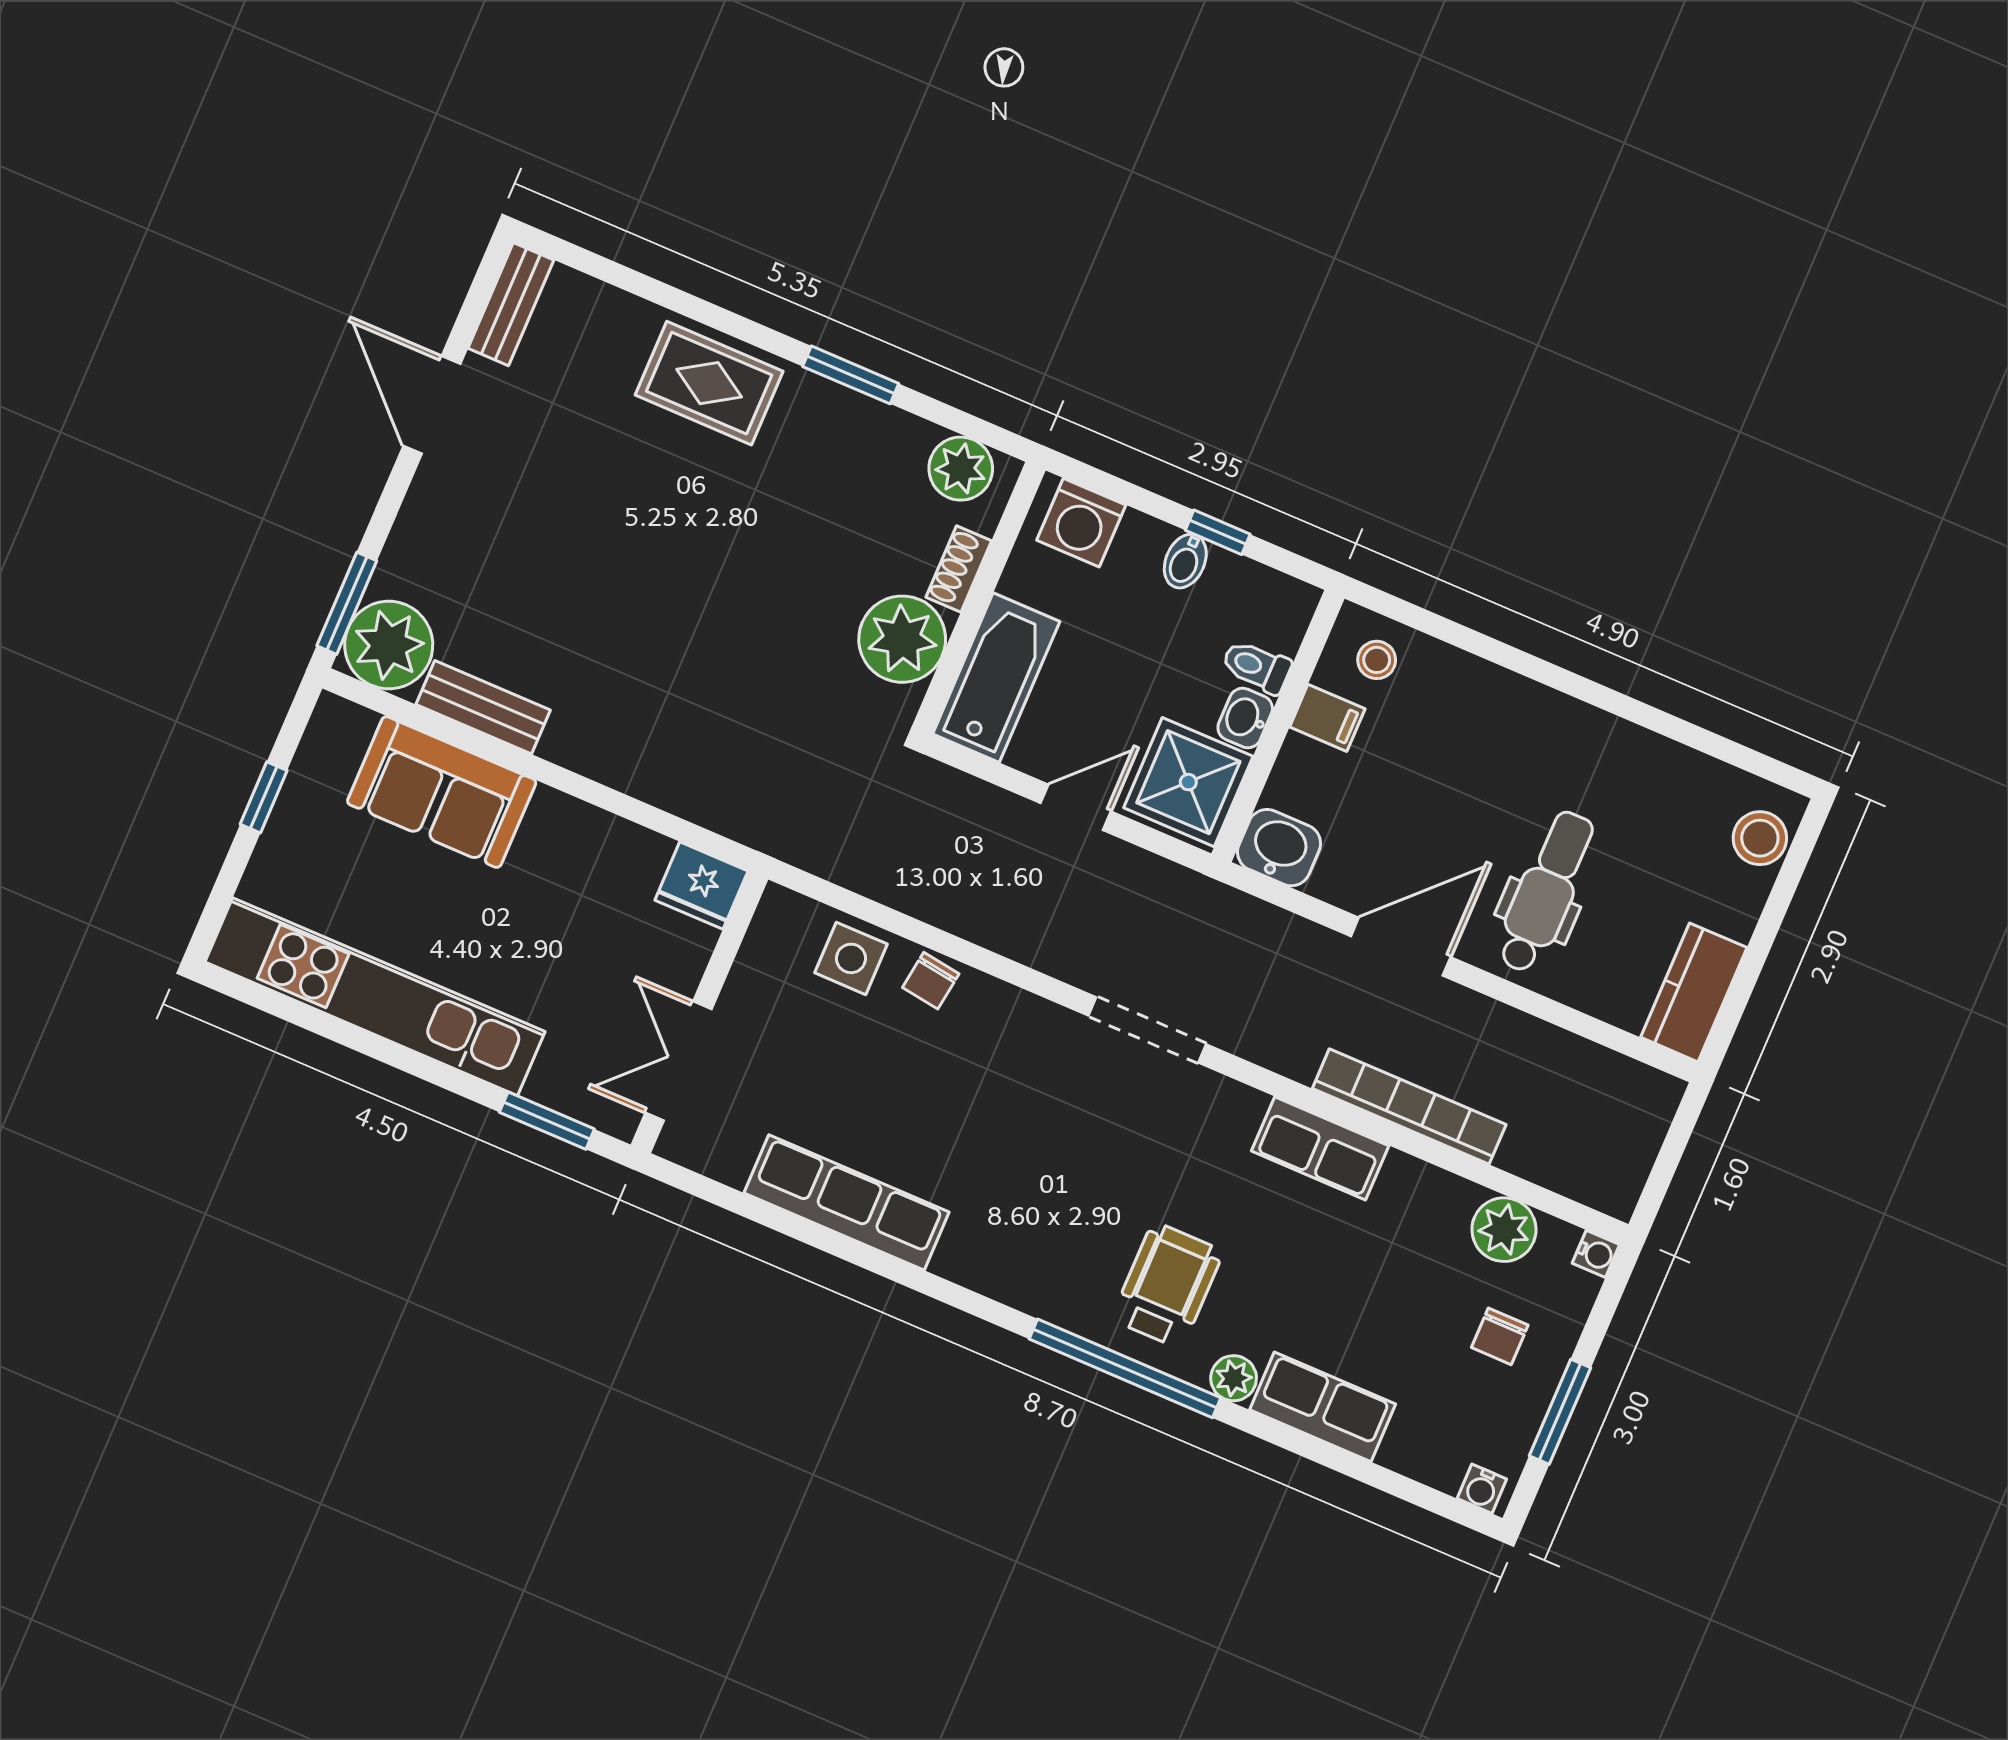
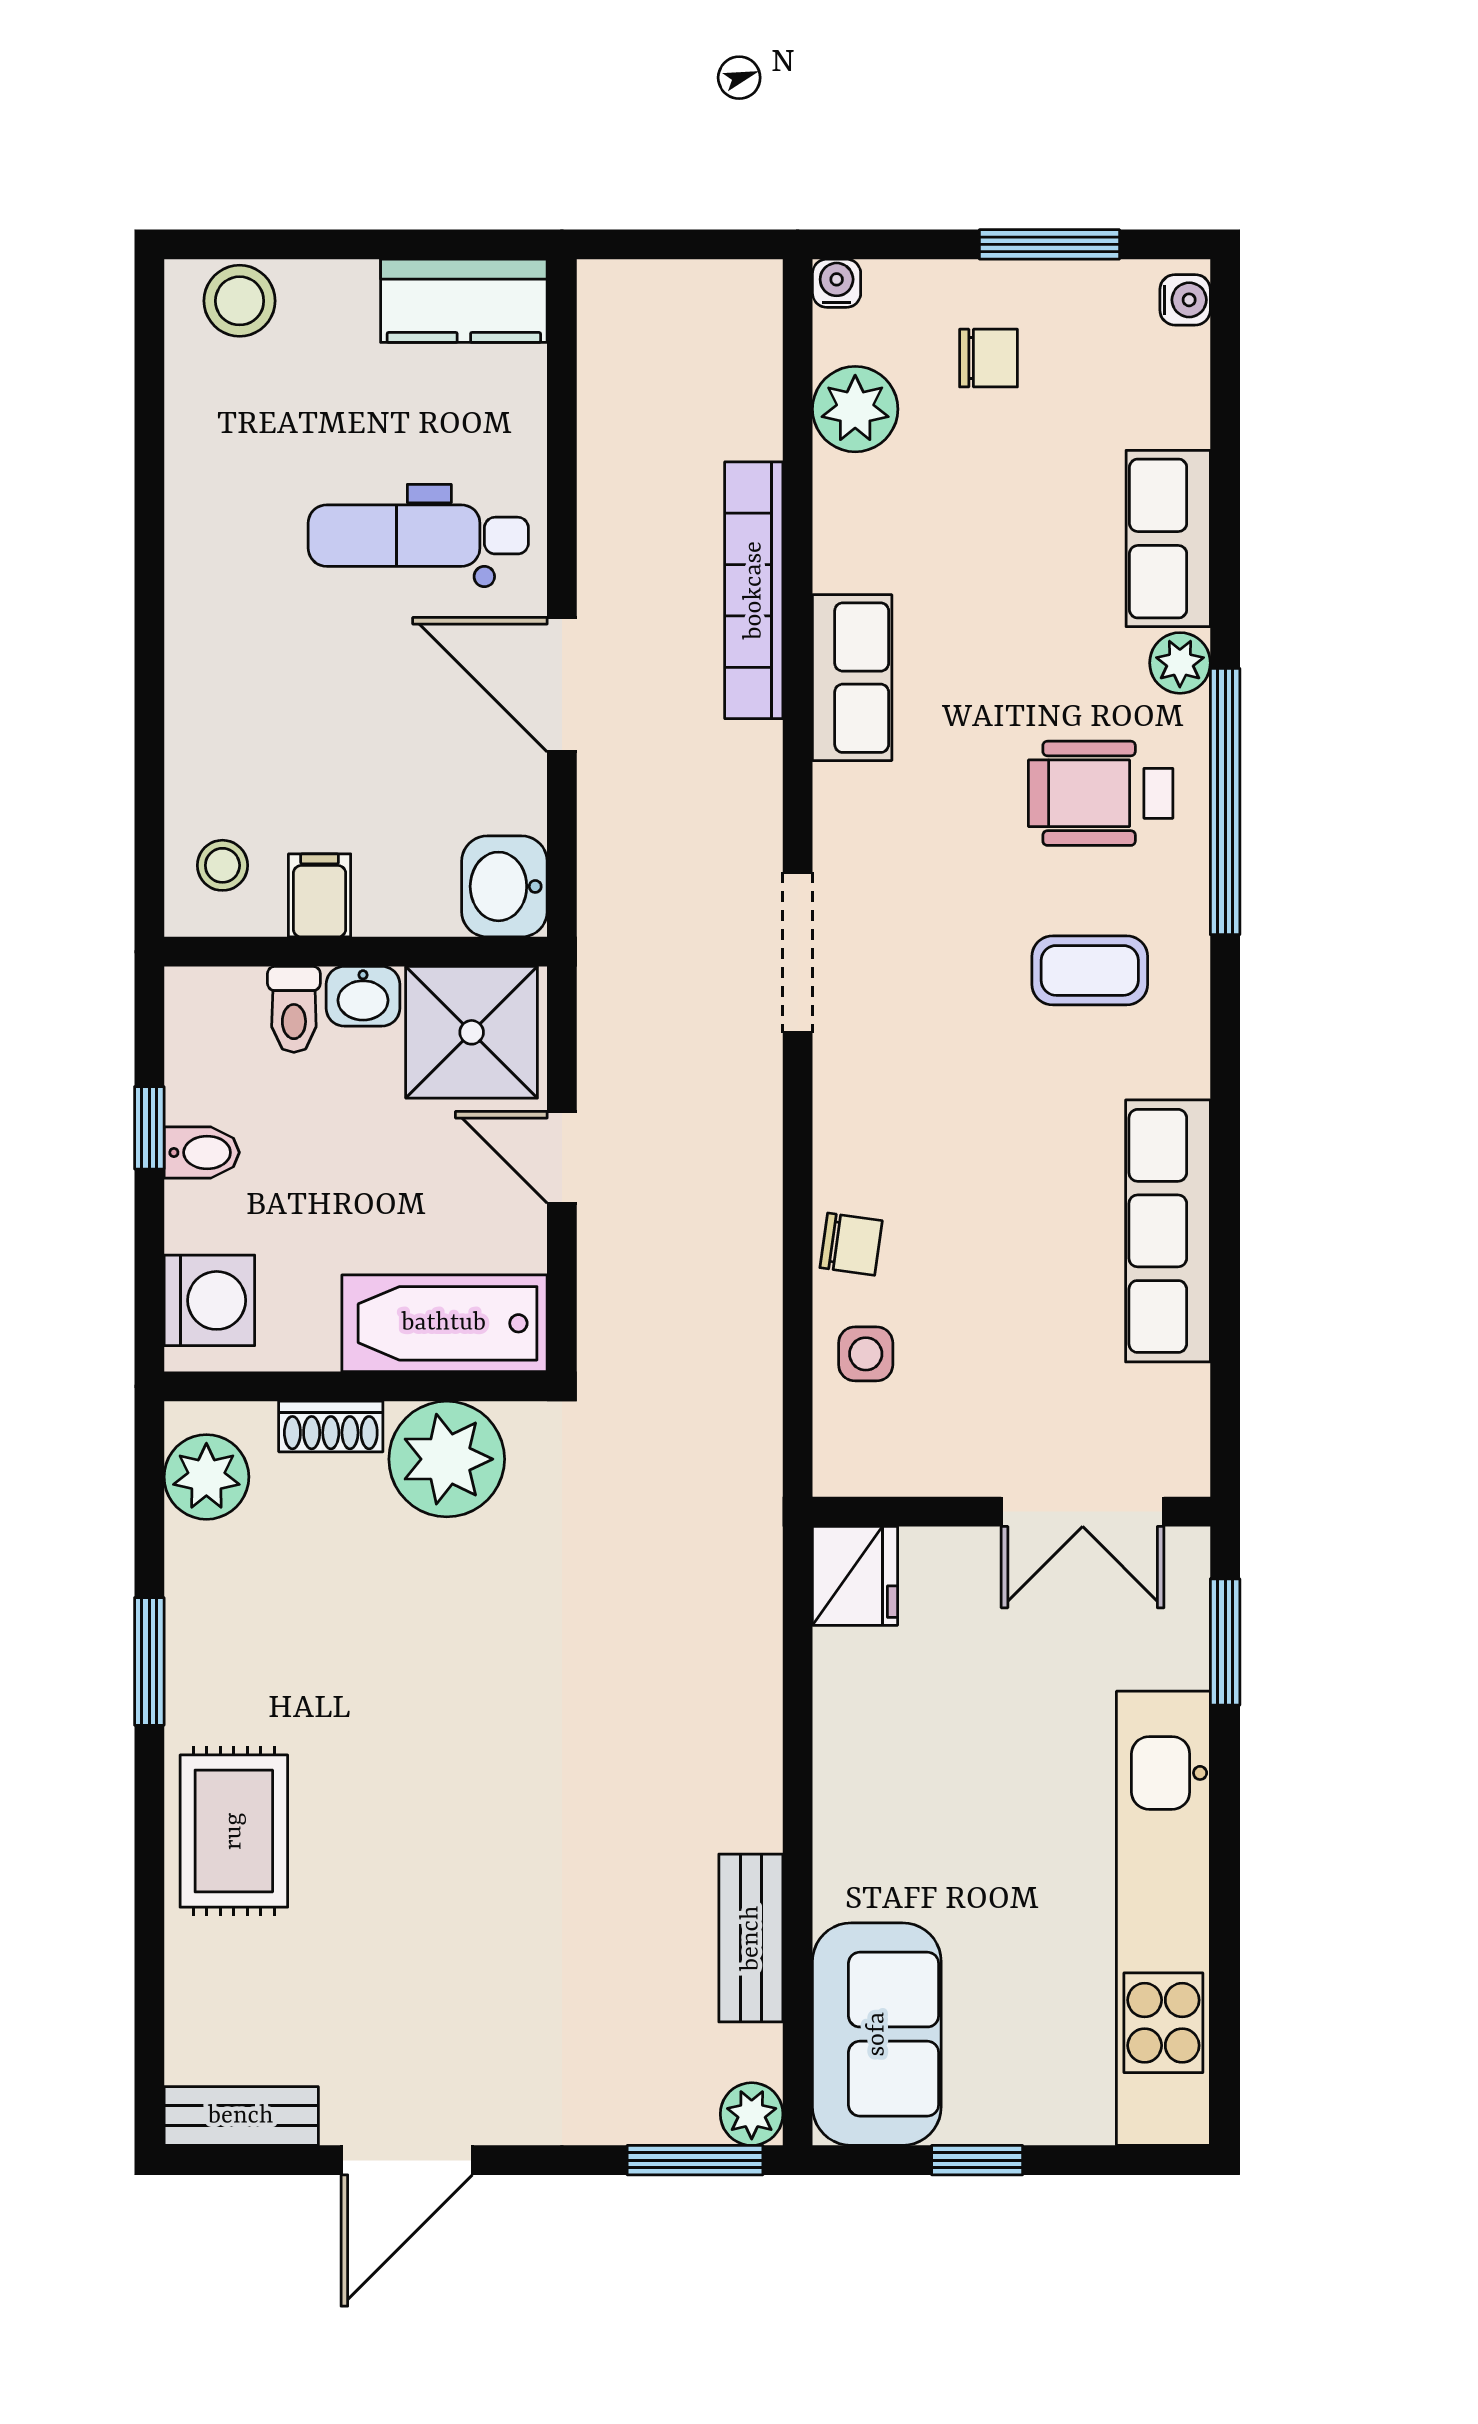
plant: (389, 645) -> (752, 2114), width x0.53, depth x0.53
sofa: (442, 792) -> (877, 2034), moved
side table: (851, 958) -> (866, 1354), width x0.73, depth x0.73
coffee table: (1049, 1225) -> (1090, 970), added

